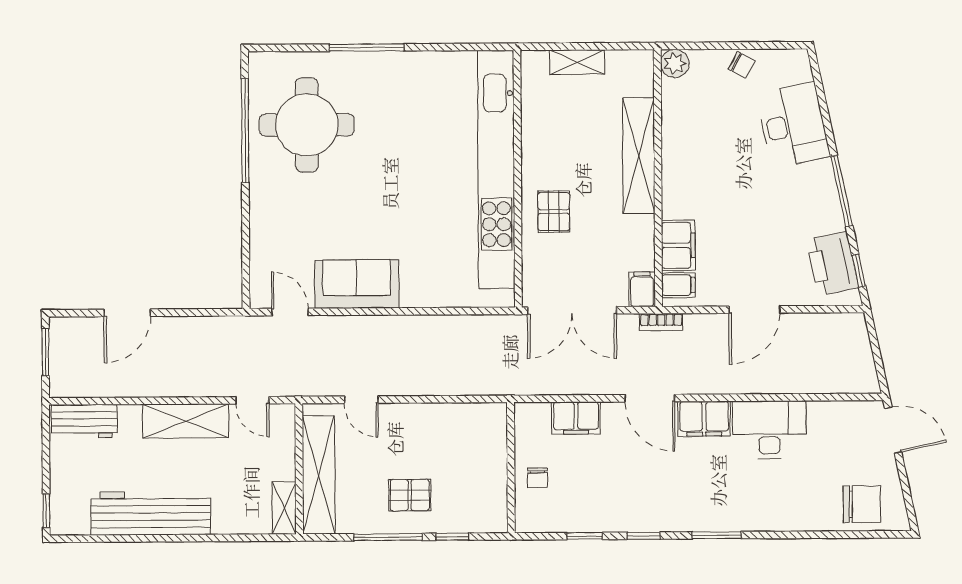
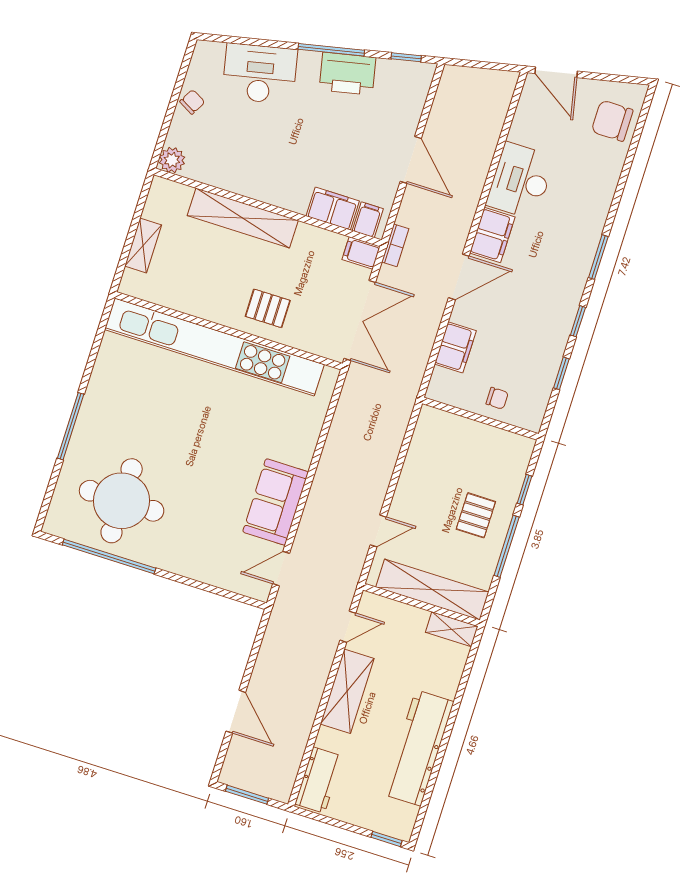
printer: (833, 264) -> (347, 74), moved
door: (893, 430) -> (556, 72), swing flipped
chair: (862, 504) -> (612, 121), turned -90

